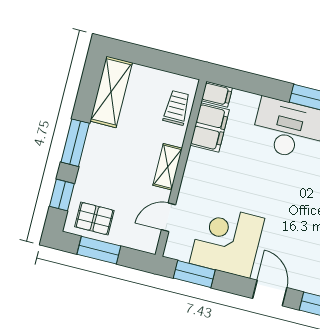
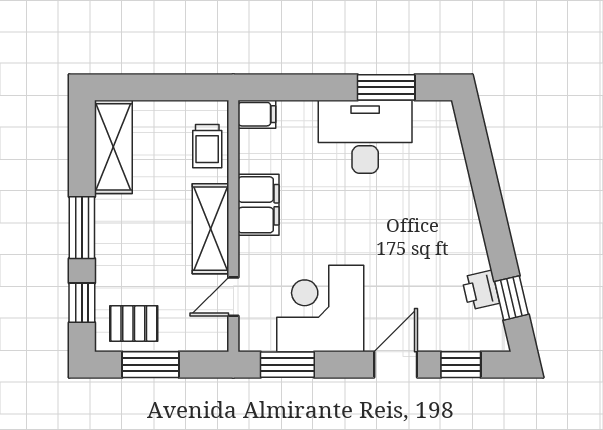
trolley: (177, 108) -> (207, 146), turned 180
filing cabinet: (210, 127) -> (259, 205), moved
shelving: (168, 167) -> (211, 229), width x1.50, depth x1.33
door: (270, 293) -> (396, 365), hinge flipped

